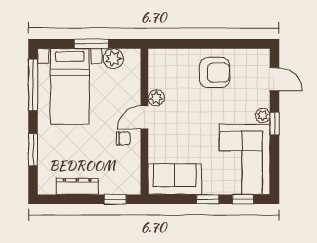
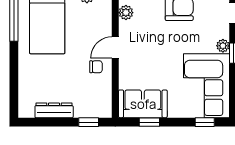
plant: (156, 98) -> (126, 13), moved
window: (33, 150) -> (14, 77), removed
window: (208, 199) -> (149, 122), moved

